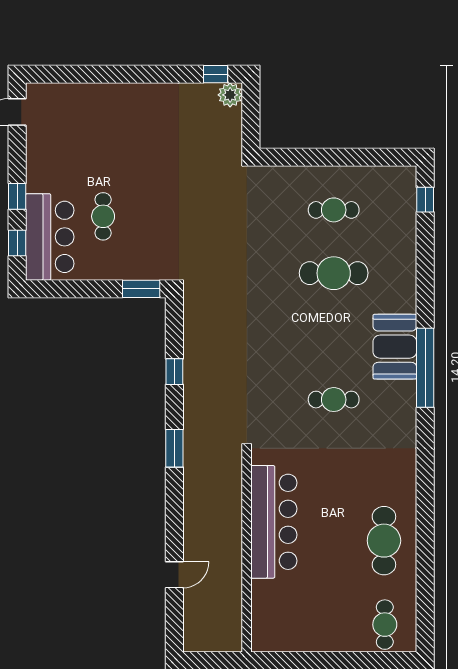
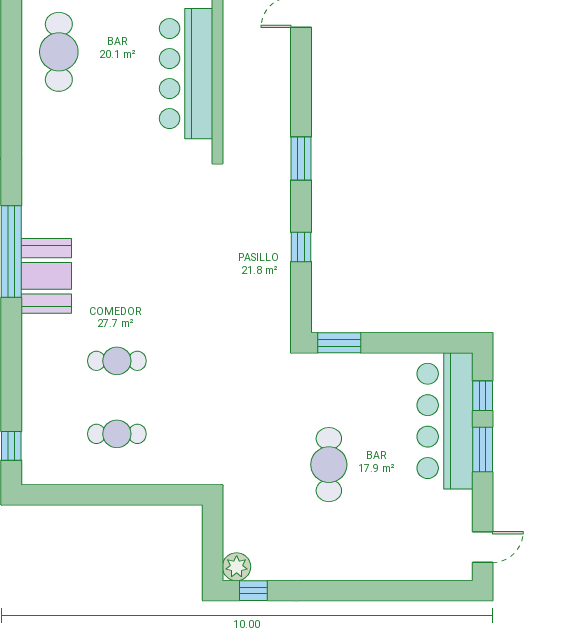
window: (17, 196) -> (483, 450), width x1.50
cafe table: (103, 216) -> (329, 465), moved, width x1.37, depth x1.35
bar counter: (50, 237) -> (445, 421), width x1.36
cafe table: (334, 273) -> (117, 361), width x0.73, depth x0.74
cafe table: (334, 400) -> (117, 215), removed

